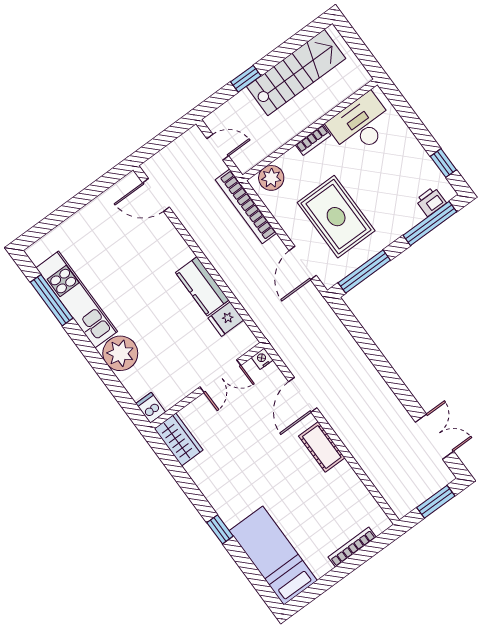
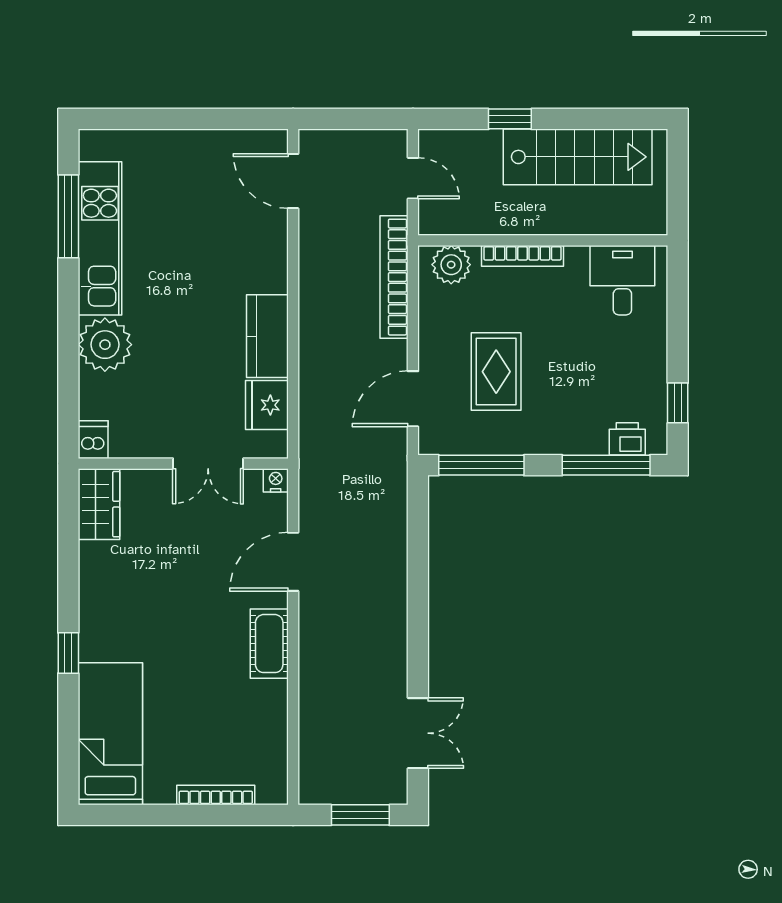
desk: (361, 125) -> (622, 280), width x0.73
bookcase: (313, 140) -> (523, 256), width x1.56
rug: (336, 217) -> (496, 372), width x0.73, depth x0.70
fridge: (226, 319) -> (267, 405), width x1.38

